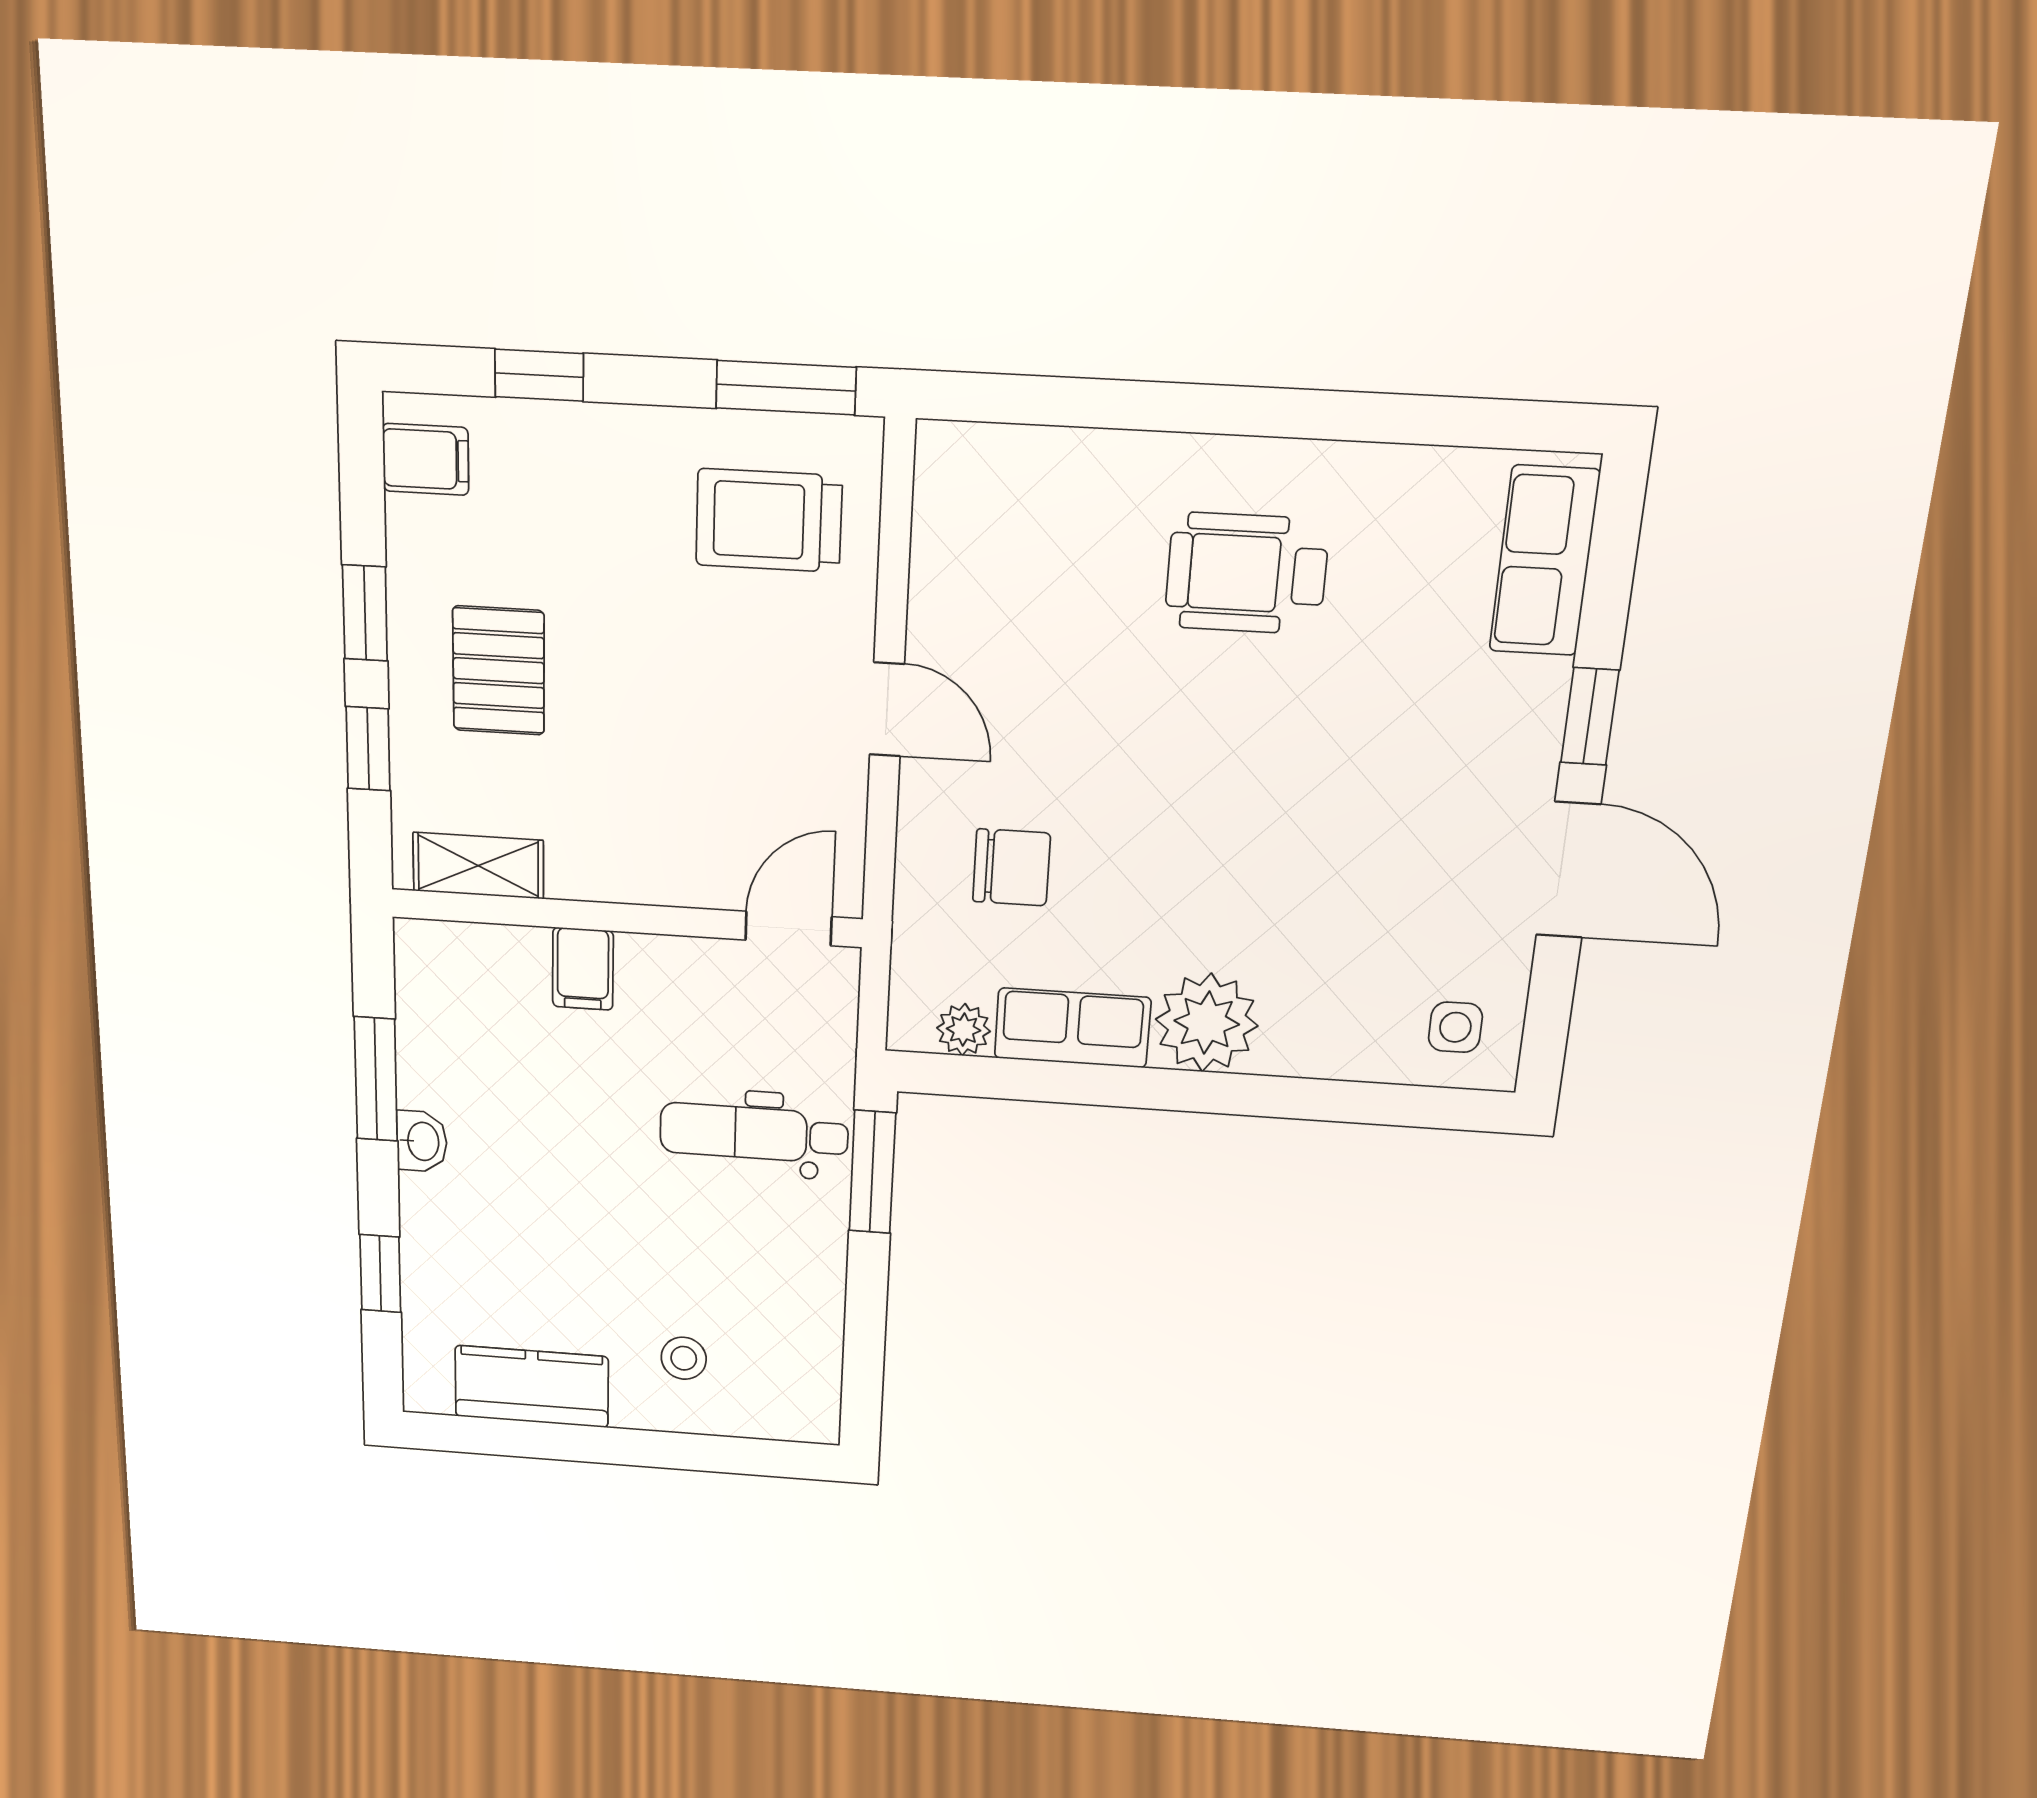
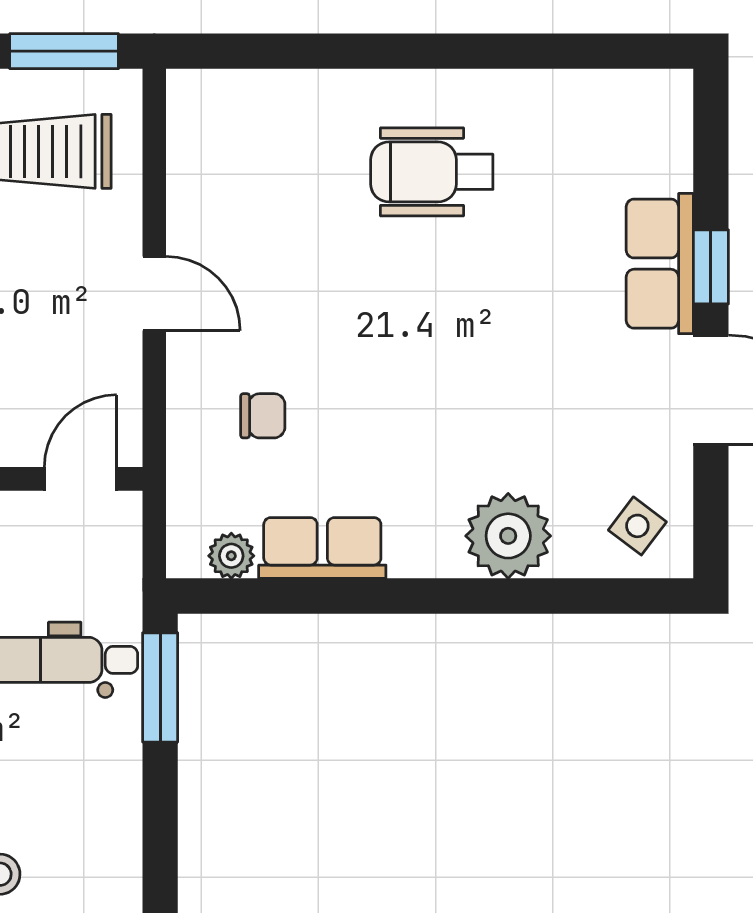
row of seats: (1544, 561) -> (660, 264), moved
chair: (1012, 867) -> (263, 416), width x0.73, depth x0.73
plant: (1207, 1023) -> (508, 536), moved
side table: (1455, 1027) -> (637, 526), turned 37

